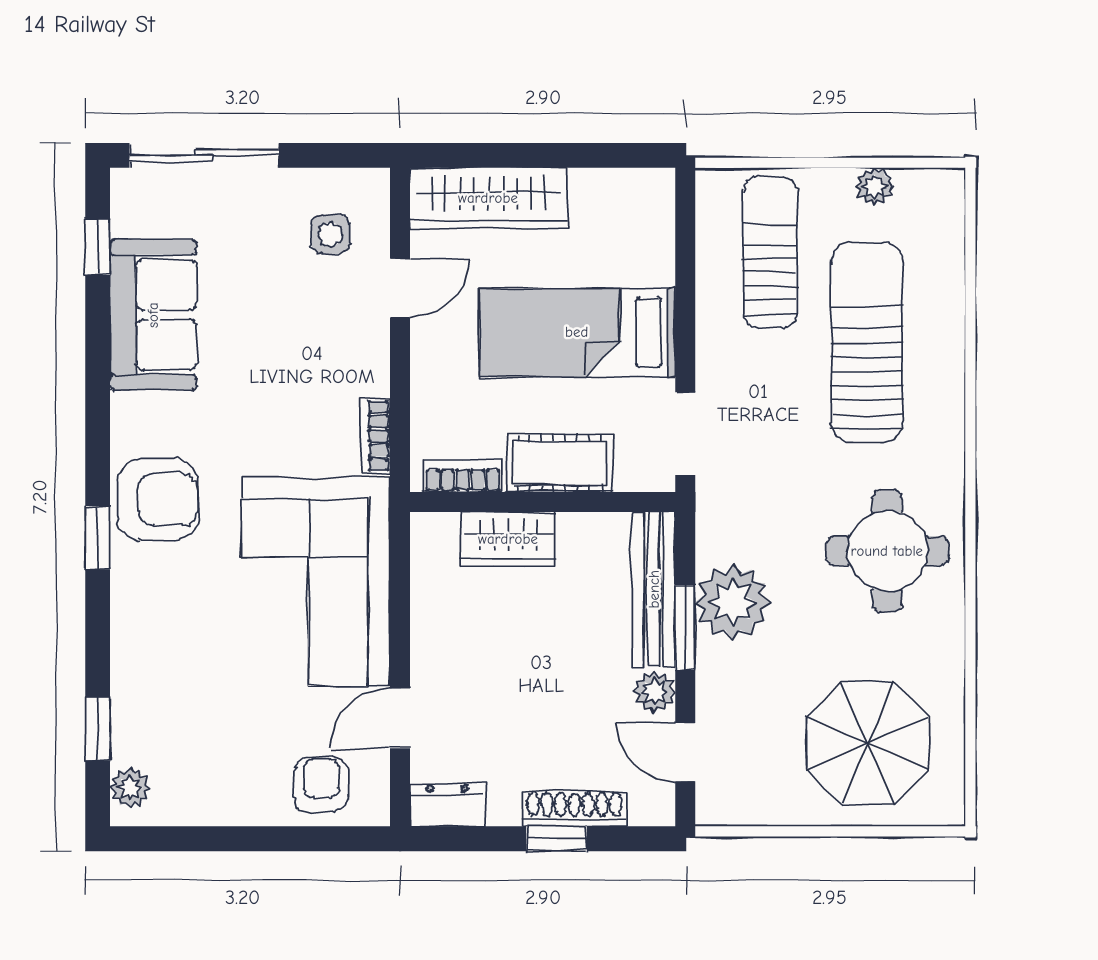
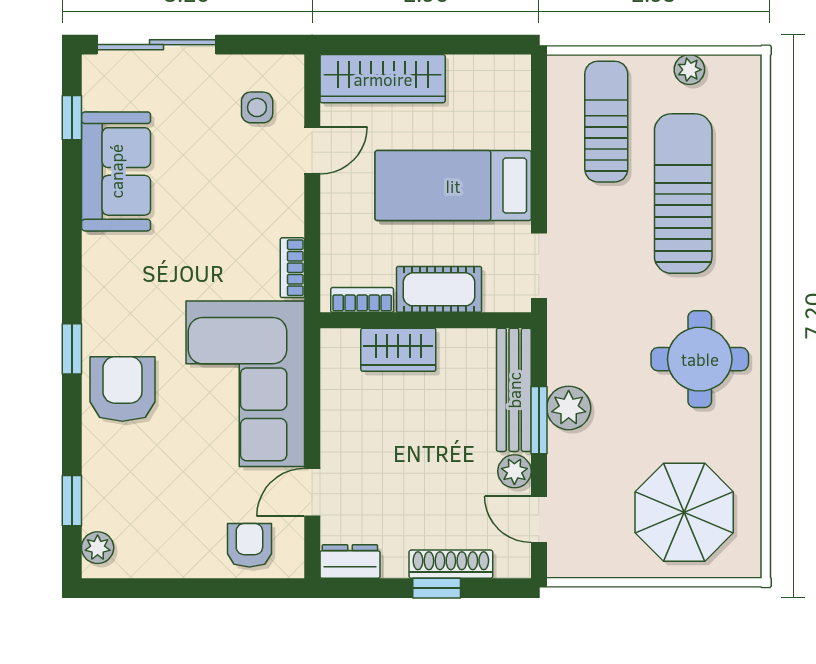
armchair: (158, 500) -> (122, 389), moved, turned -90
plant: (733, 602) -> (569, 408), width x0.73, depth x0.73

